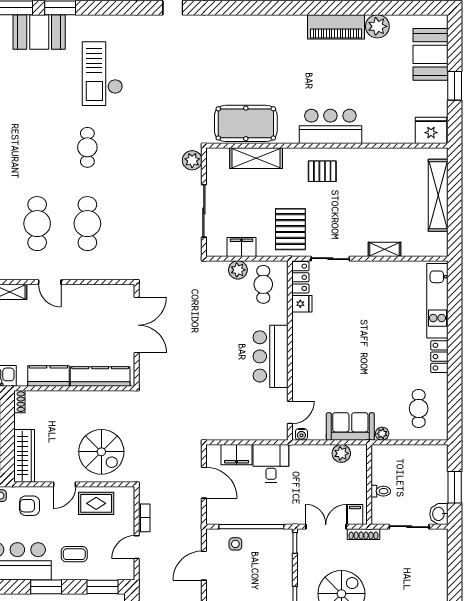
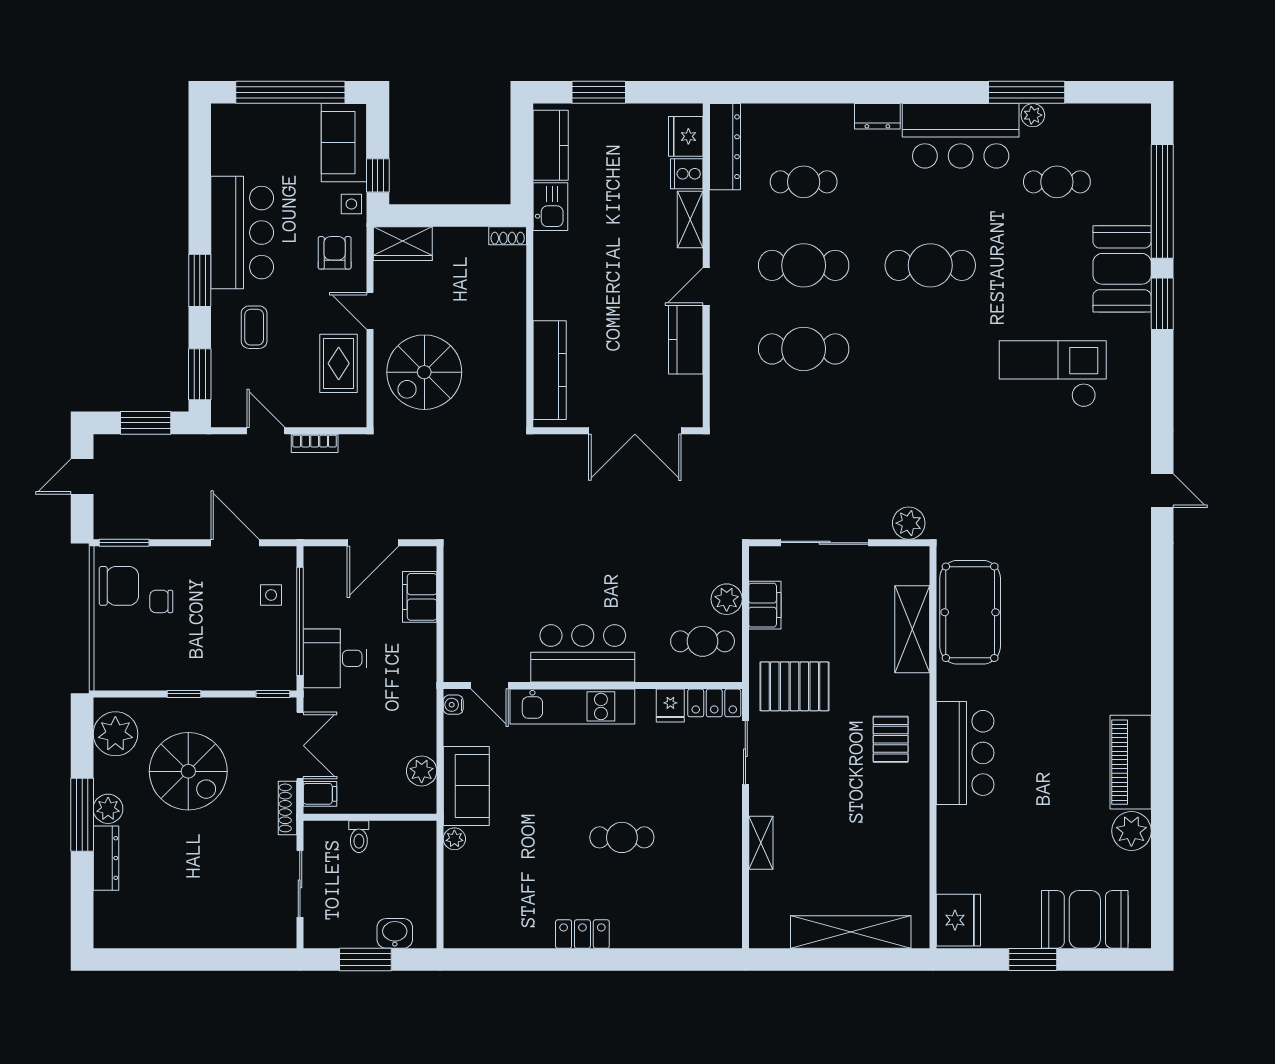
cafe table: (87, 147) -> (930, 265), moved, width x1.37, depth x1.35
kitchen unit: (437, 301) -> (572, 706), moved, turned 180
kitchen counter: (48, 376) -> (686, 340), moved, turned 180
cafe table: (419, 408) -> (622, 837), moved
wardrobe: (24, 456) -> (403, 244), width x0.67
desk: (271, 463) -> (335, 658), moved, turned 180
washbasin: (439, 514) -> (395, 933), moved

